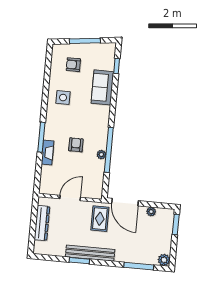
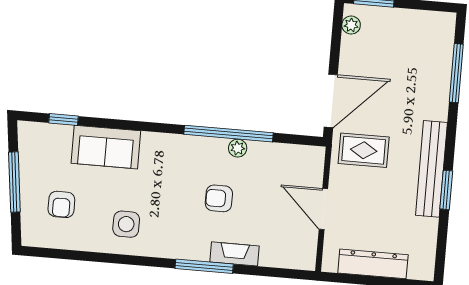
plant: (151, 212) -> (351, 25), moved
plant: (164, 260) -> (444, 24), removed

